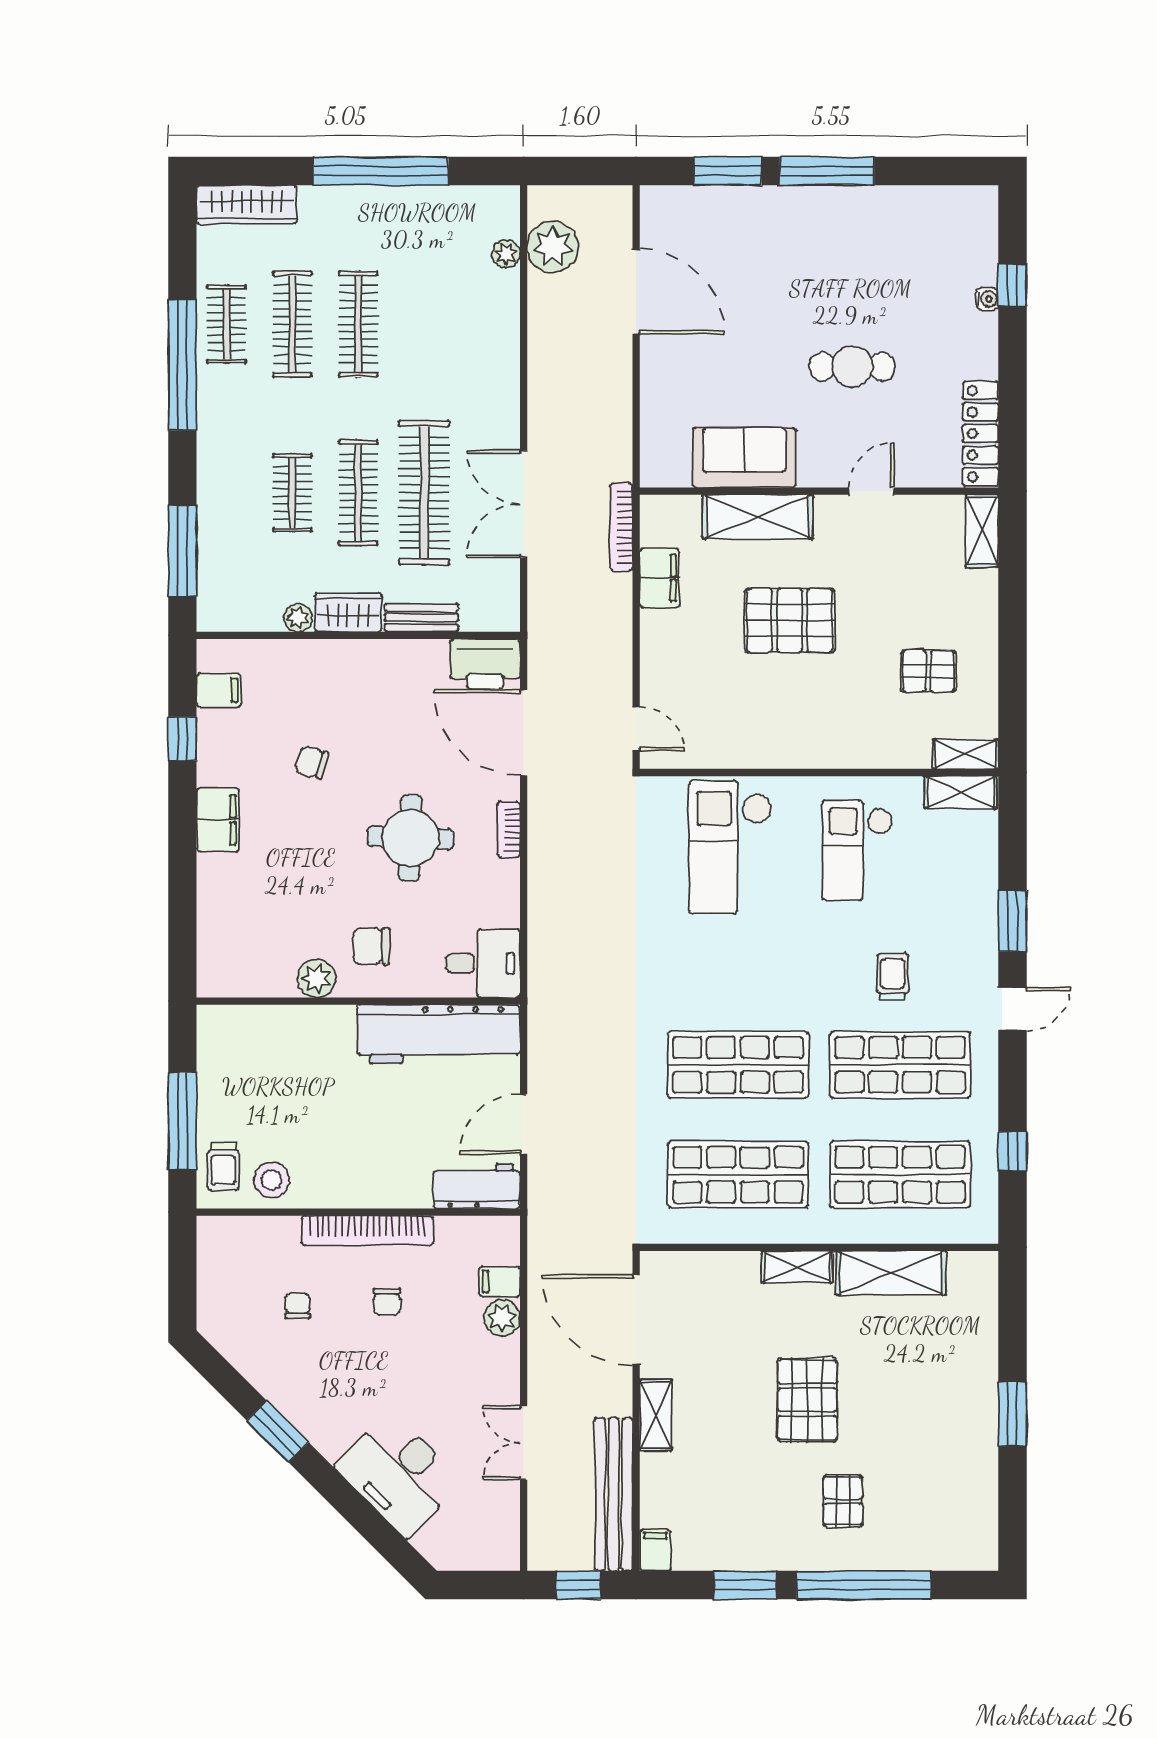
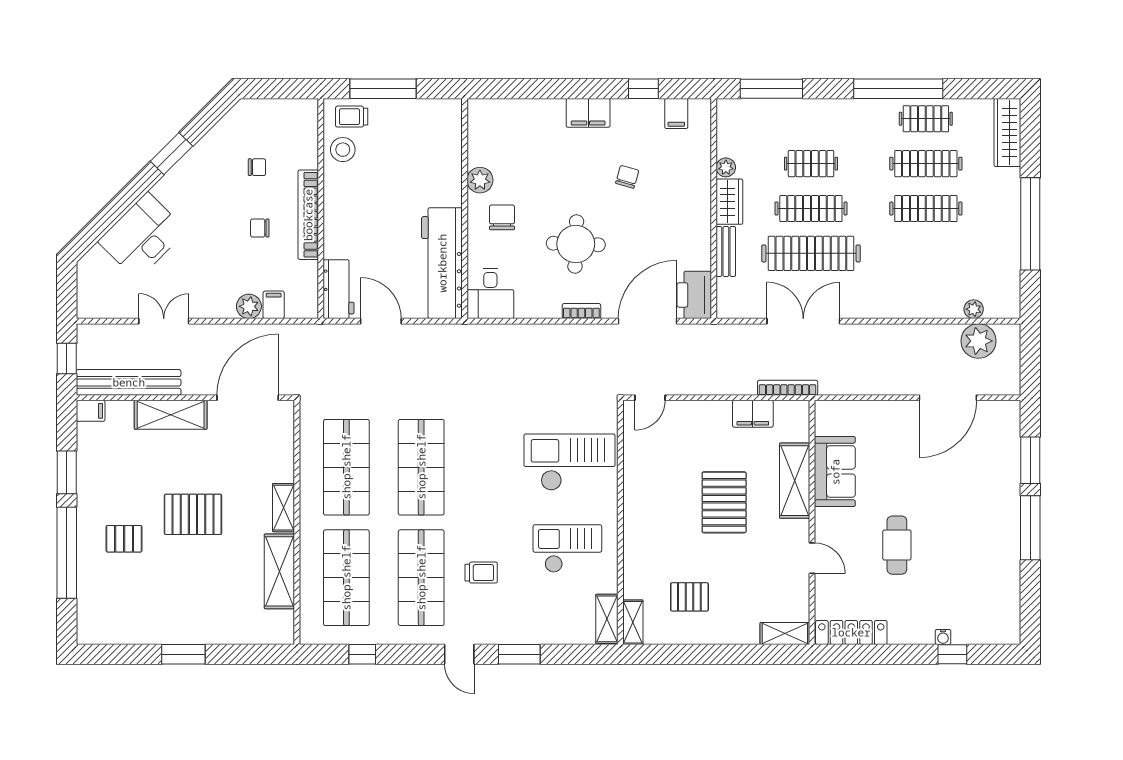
pallet: (928, 671) -> (689, 597), turned 90
shelving: (656, 1415) -> (171, 415), width x1.50, depth x1.33

